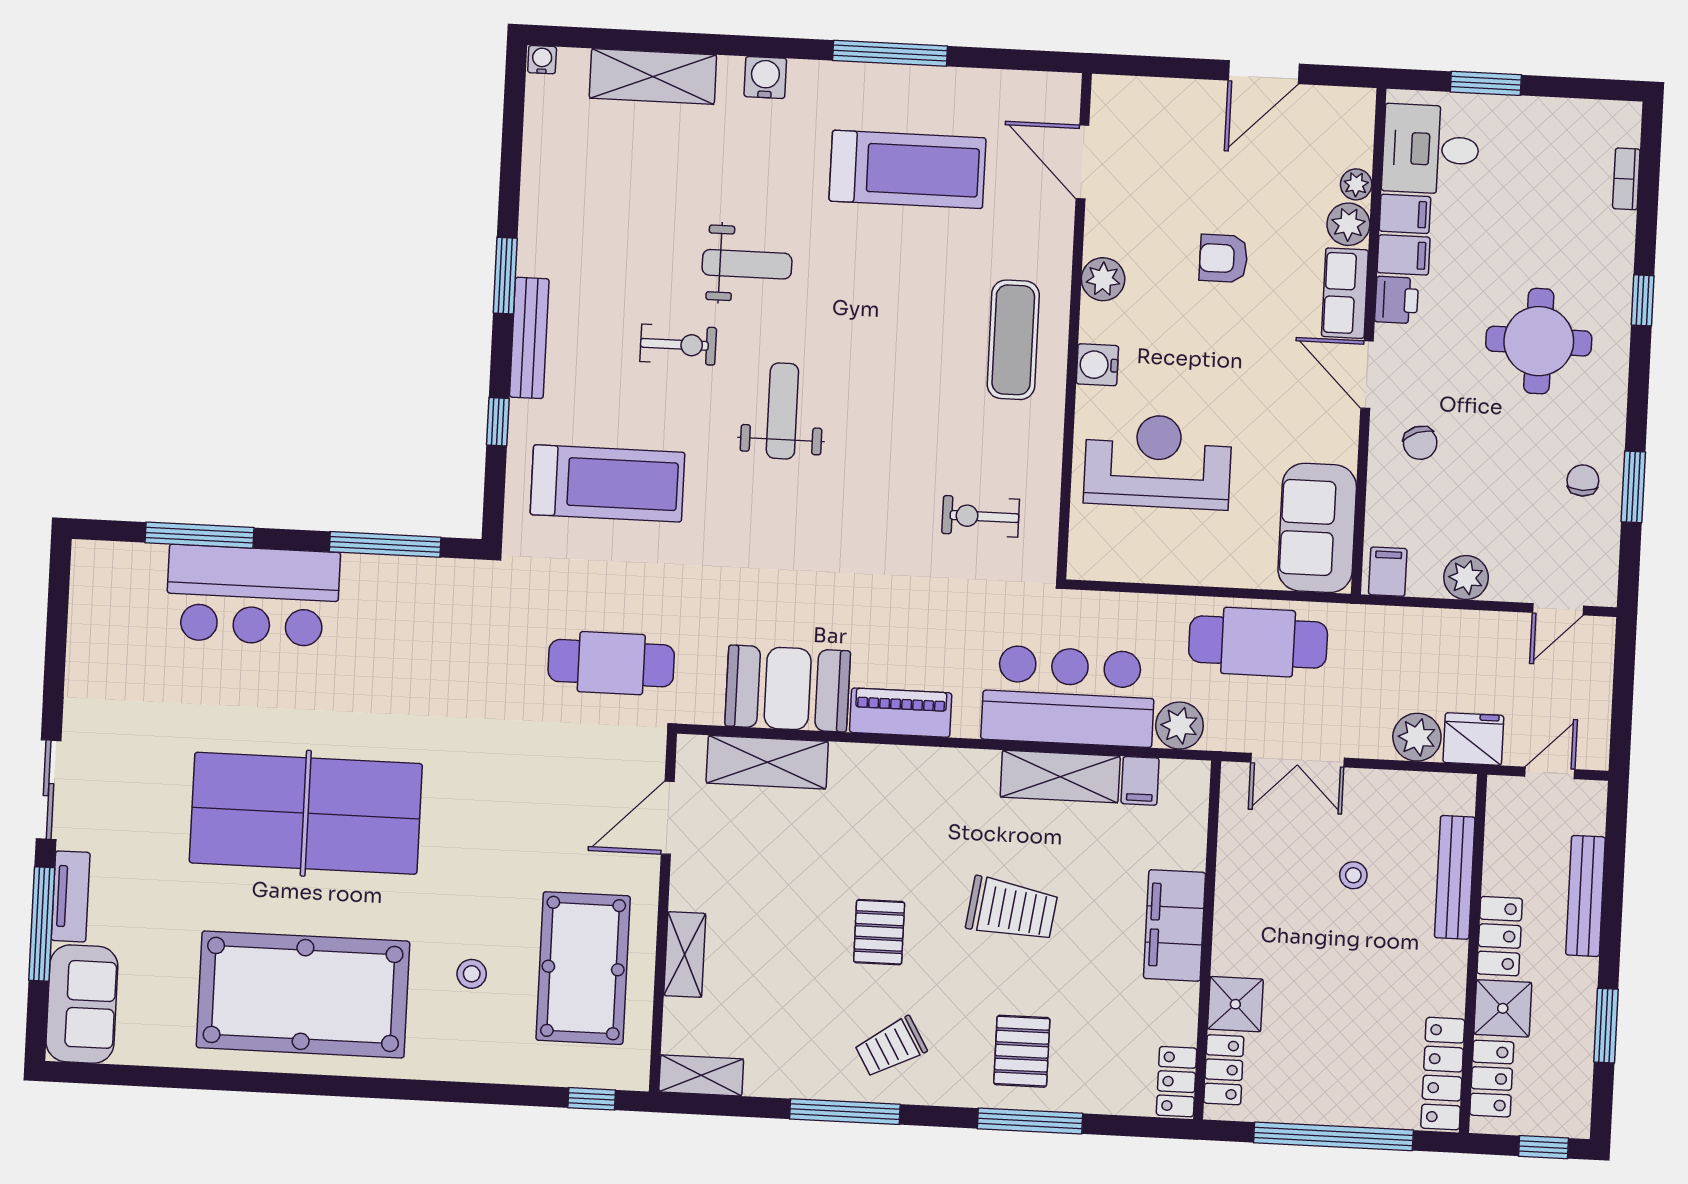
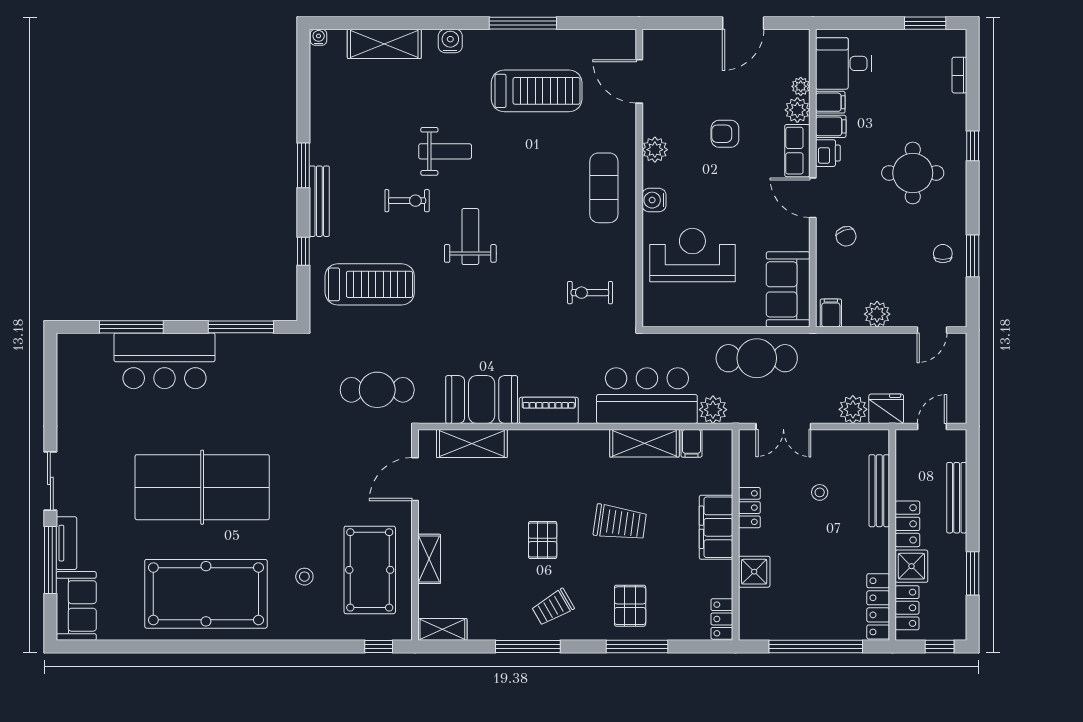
window: (1486, 83) -> (925, 23), moved
locker: (1224, 1070) -> (749, 508), moved

